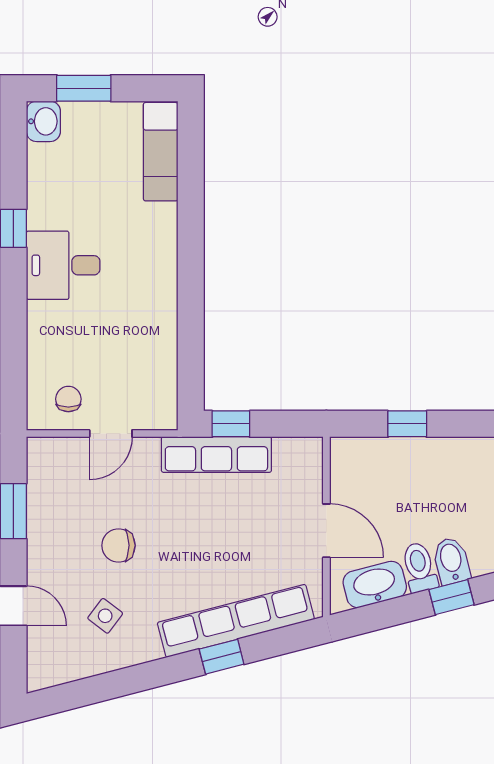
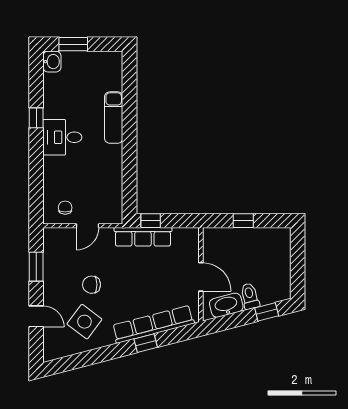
exam couch: (161, 152) -> (114, 118), moved
bidet: (451, 561) -> (267, 293), removed
side table: (105, 616) -> (84, 322), width x1.87, depth x1.87

